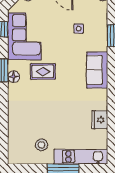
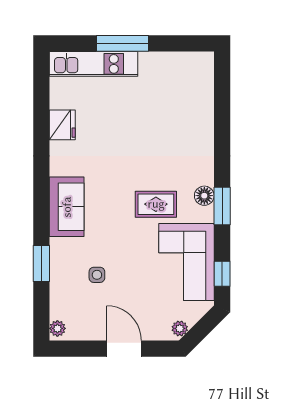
stool: (41, 145) -> (158, 83), removed

